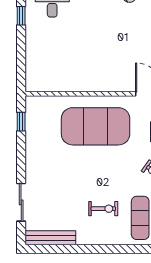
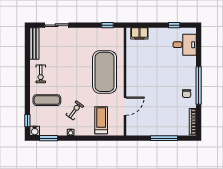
filing cabinet: (34, 71) -> (139, 33), added
exercise bike: (103, 209) -> (41, 74), moved

